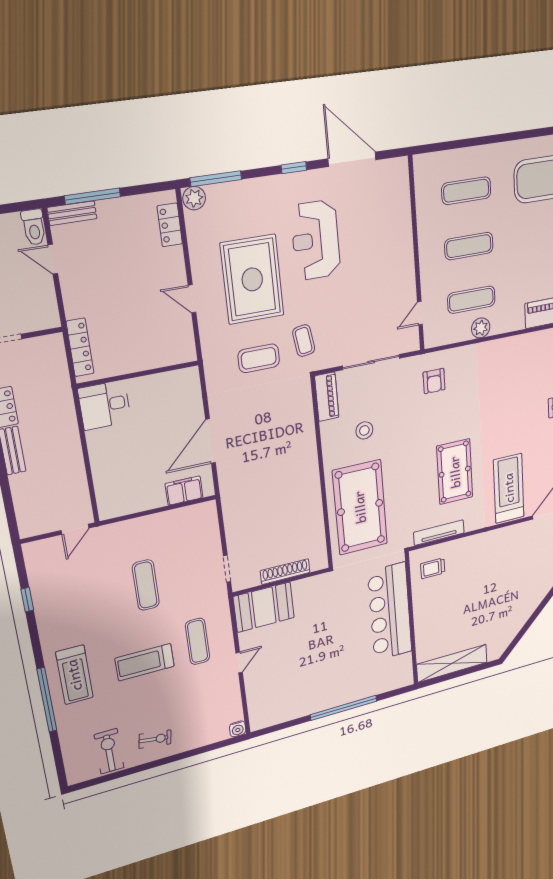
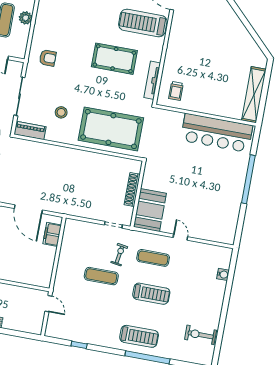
bar counter: (390, 612) -> (217, 133), moved
treadmill: (145, 662) -> (151, 294), turned -90
water cooler: (238, 729) -> (223, 274), moved
exercise bike: (155, 739) -> (119, 255), moved

